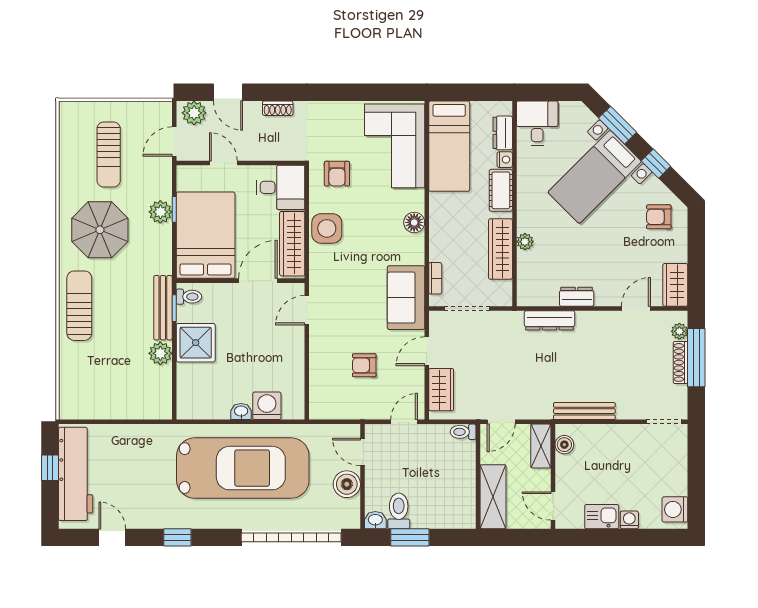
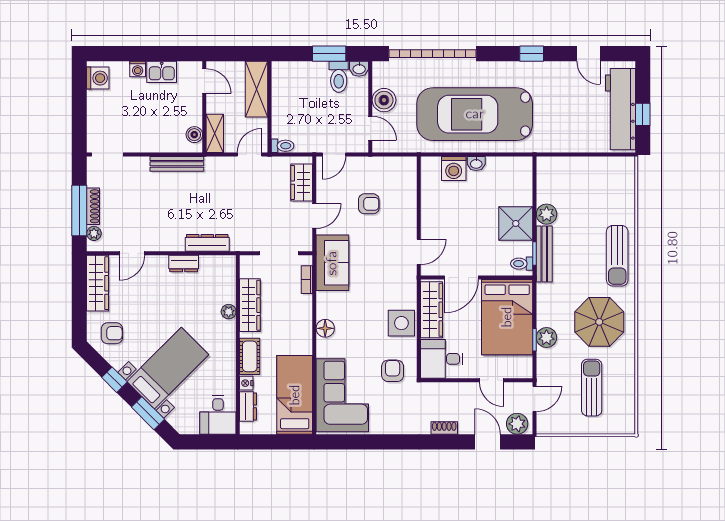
wardrobe: (675, 285) -> (98, 283), width x1.50

